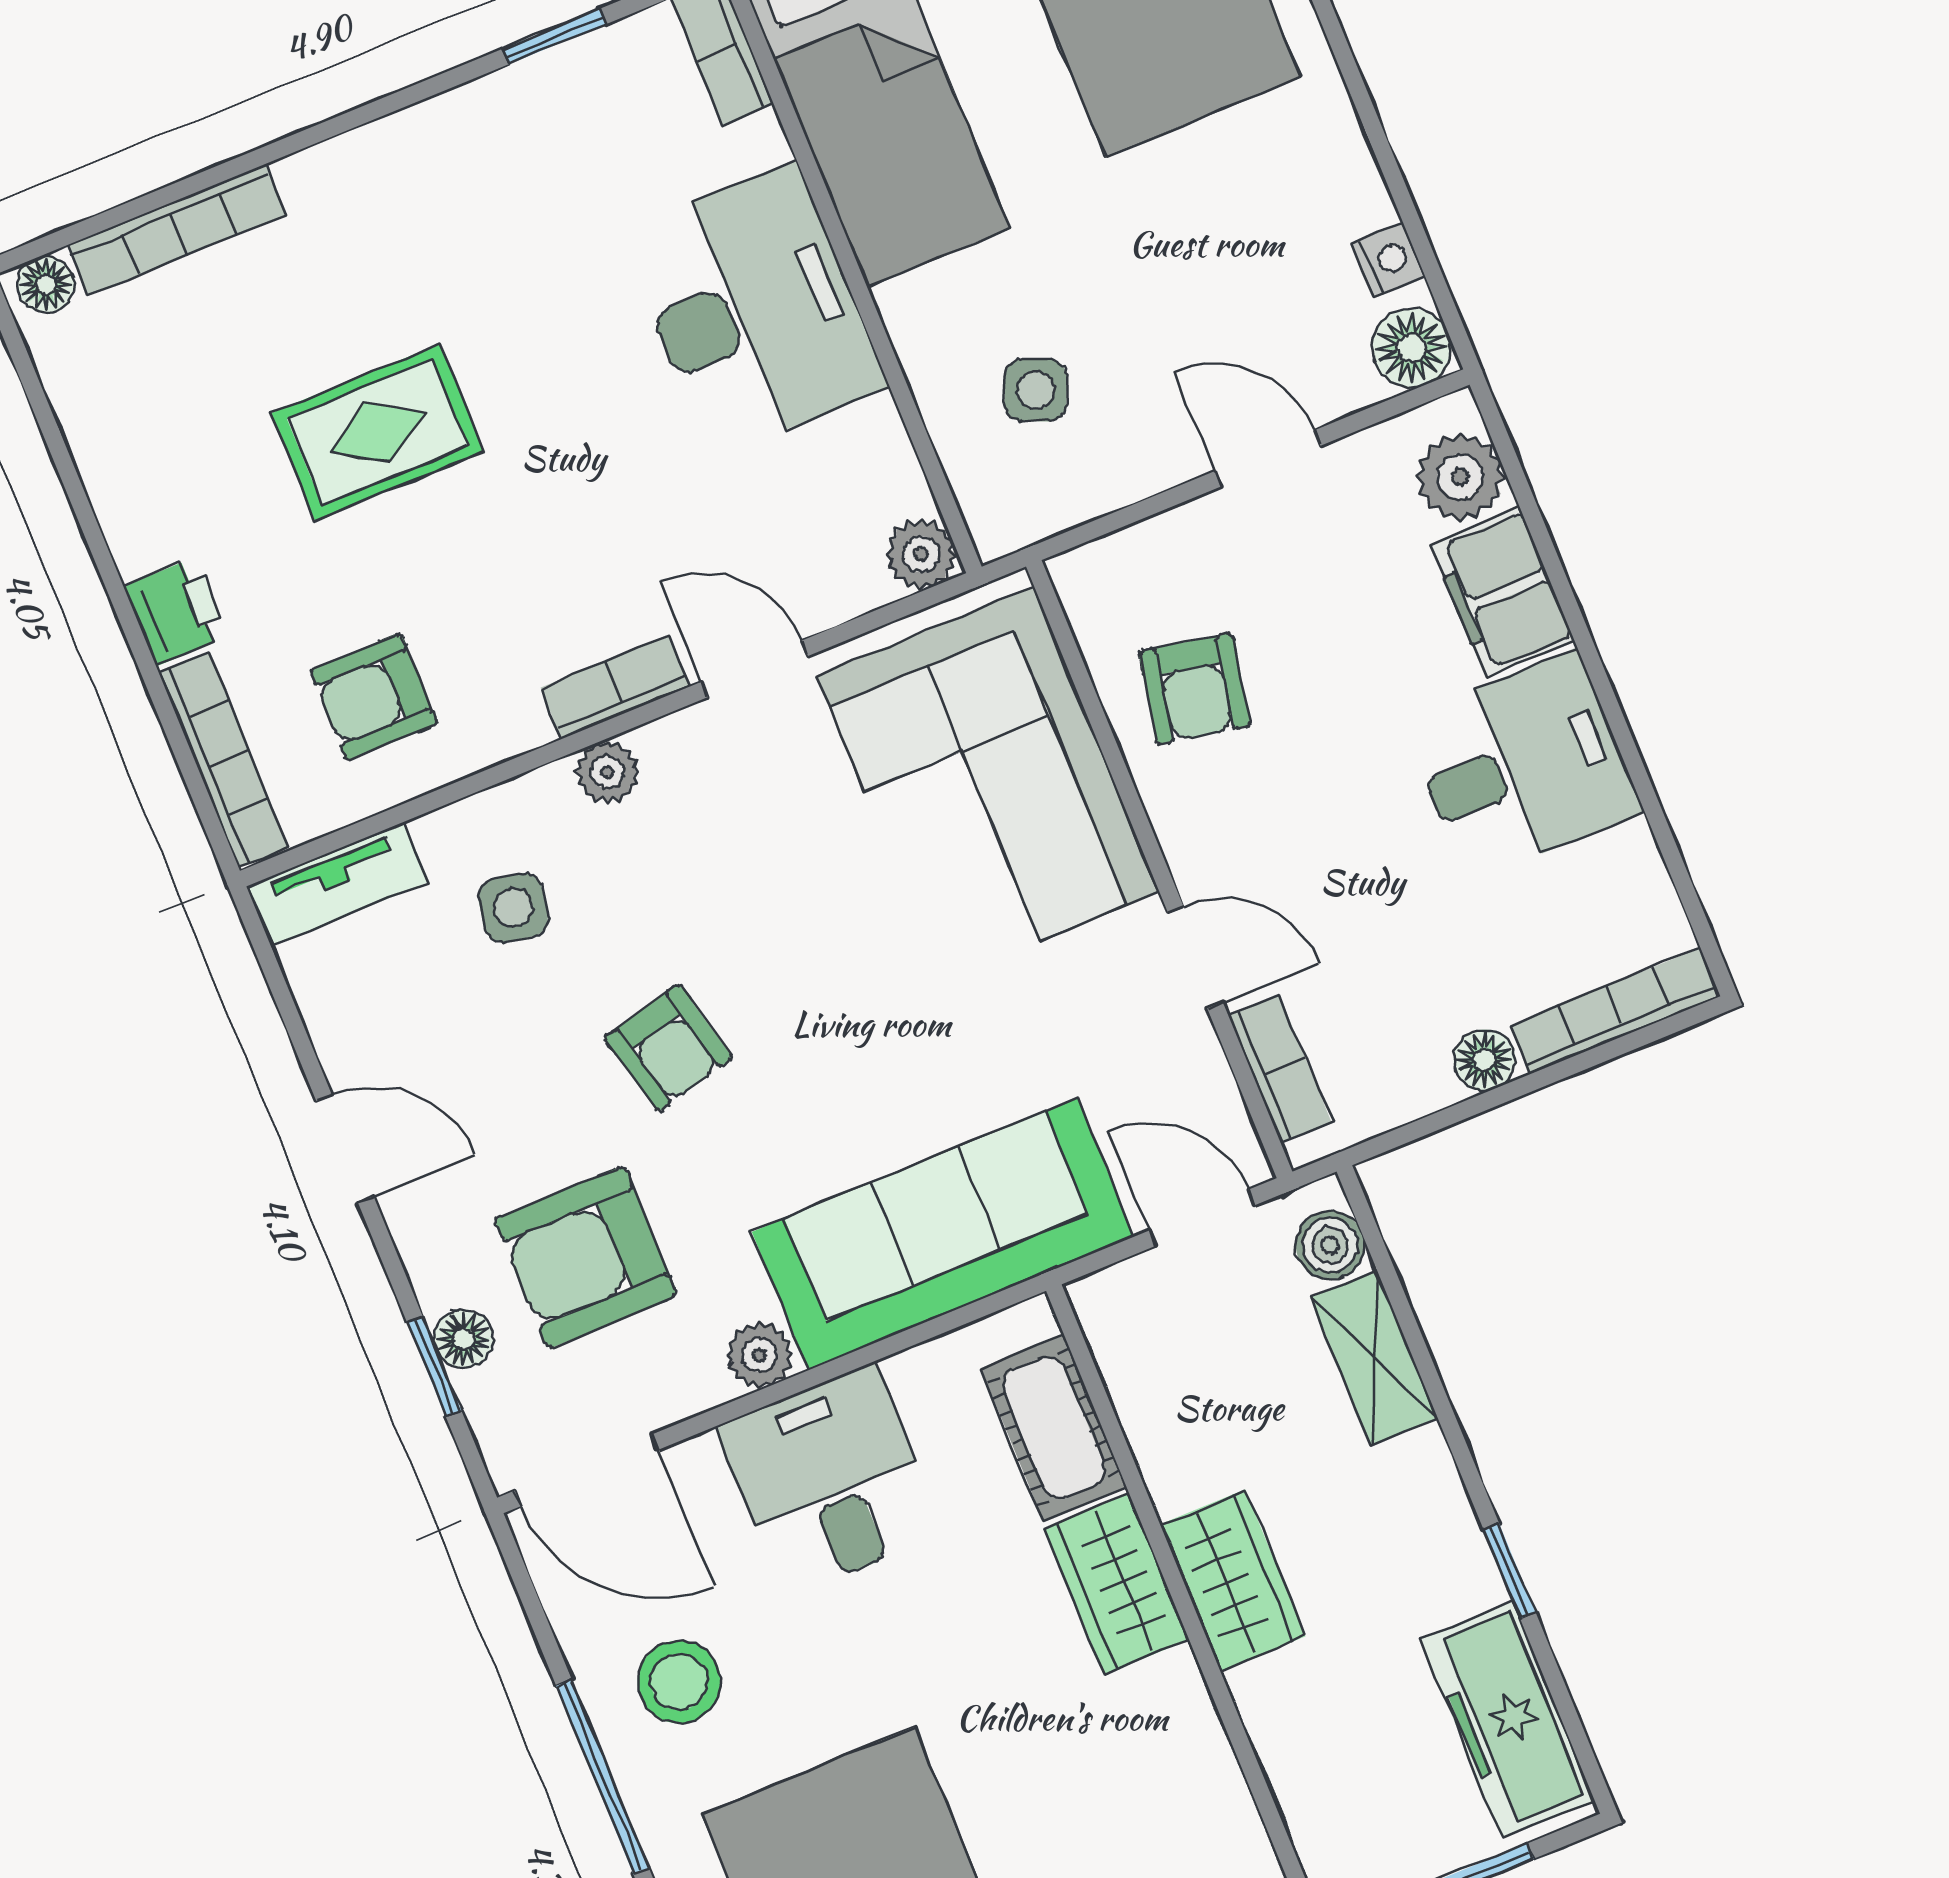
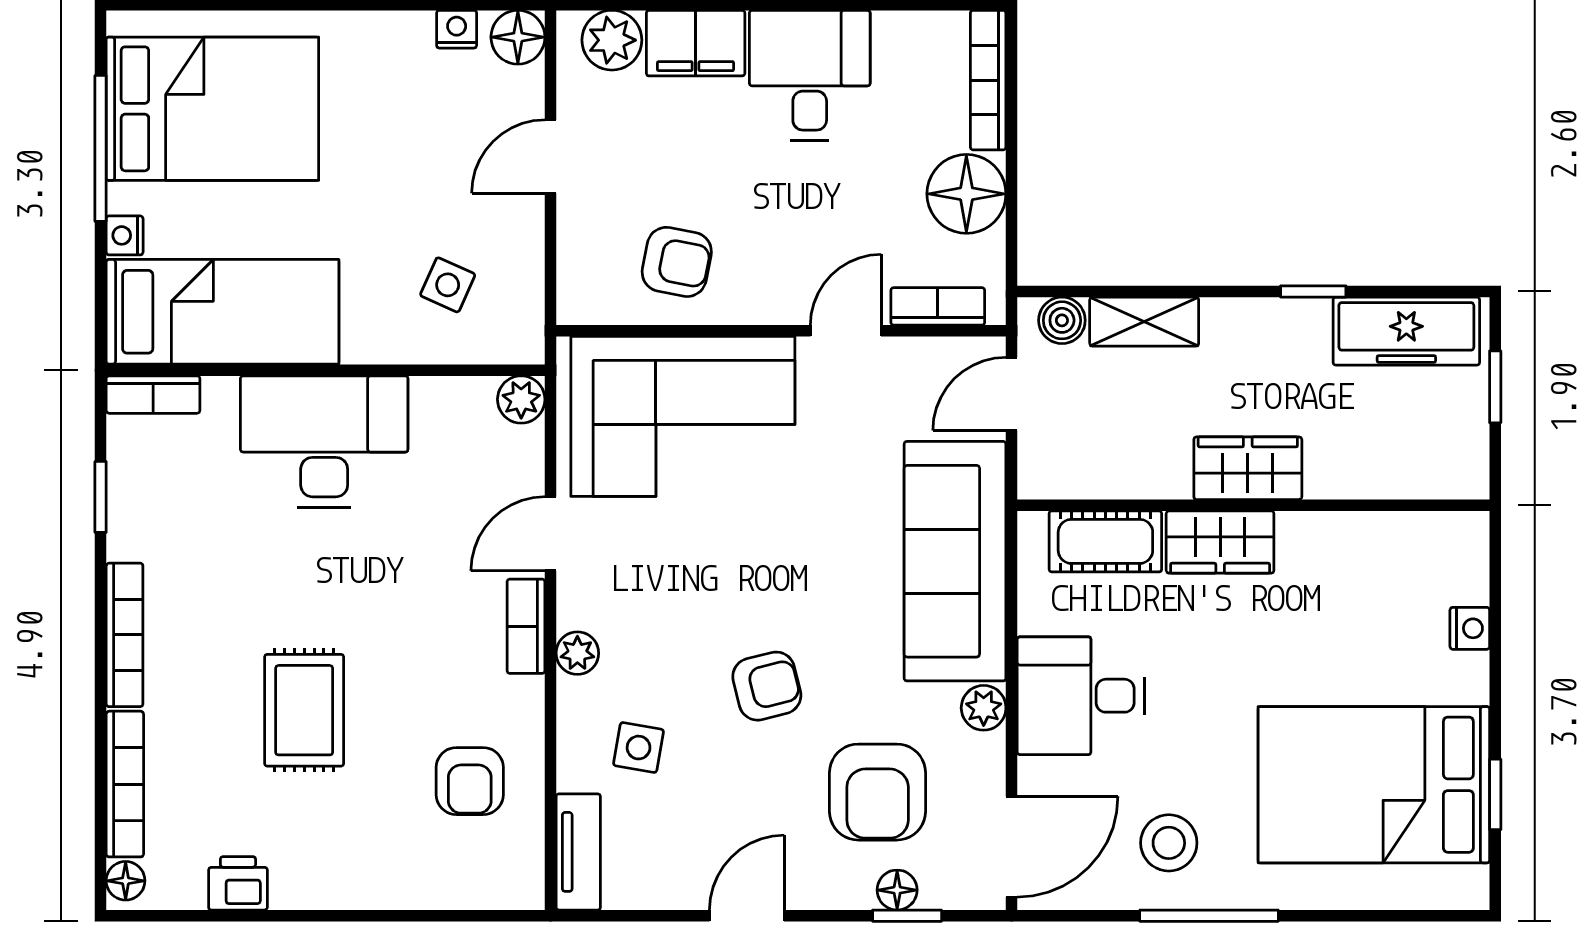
printer: (176, 612) -> (238, 883), moved
bookcase: (224, 760) -> (125, 635), moved, turned 90
floor lamp: (1484, 1060) -> (966, 194), width x1.89, depth x1.89

